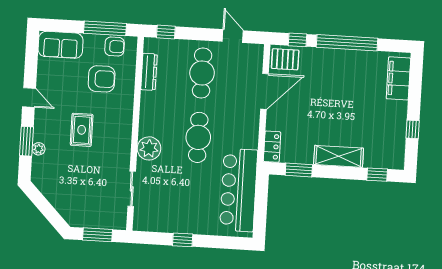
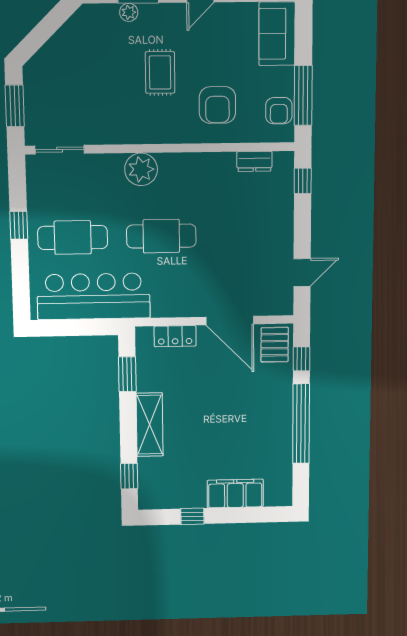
dresser: (149, 72) -> (254, 161), width x0.70
cafe table: (202, 73) -> (73, 238), moved
filing cabinet: (398, 78) -> (235, 493), moved
armchair: (102, 79) -> (217, 105), moved
rug: (82, 130) -> (160, 72), turned 90
locker: (272, 147) -> (175, 336), moved
sliding door: (132, 189) -> (60, 150), moved

